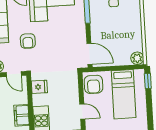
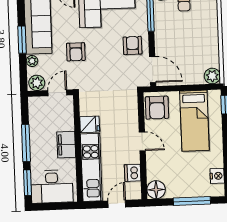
armchair: (73, 35) -> (132, 45), added
door: (14, 74) -> (57, 93), swing flipped
fridge: (39, 87) -> (90, 124), moved

